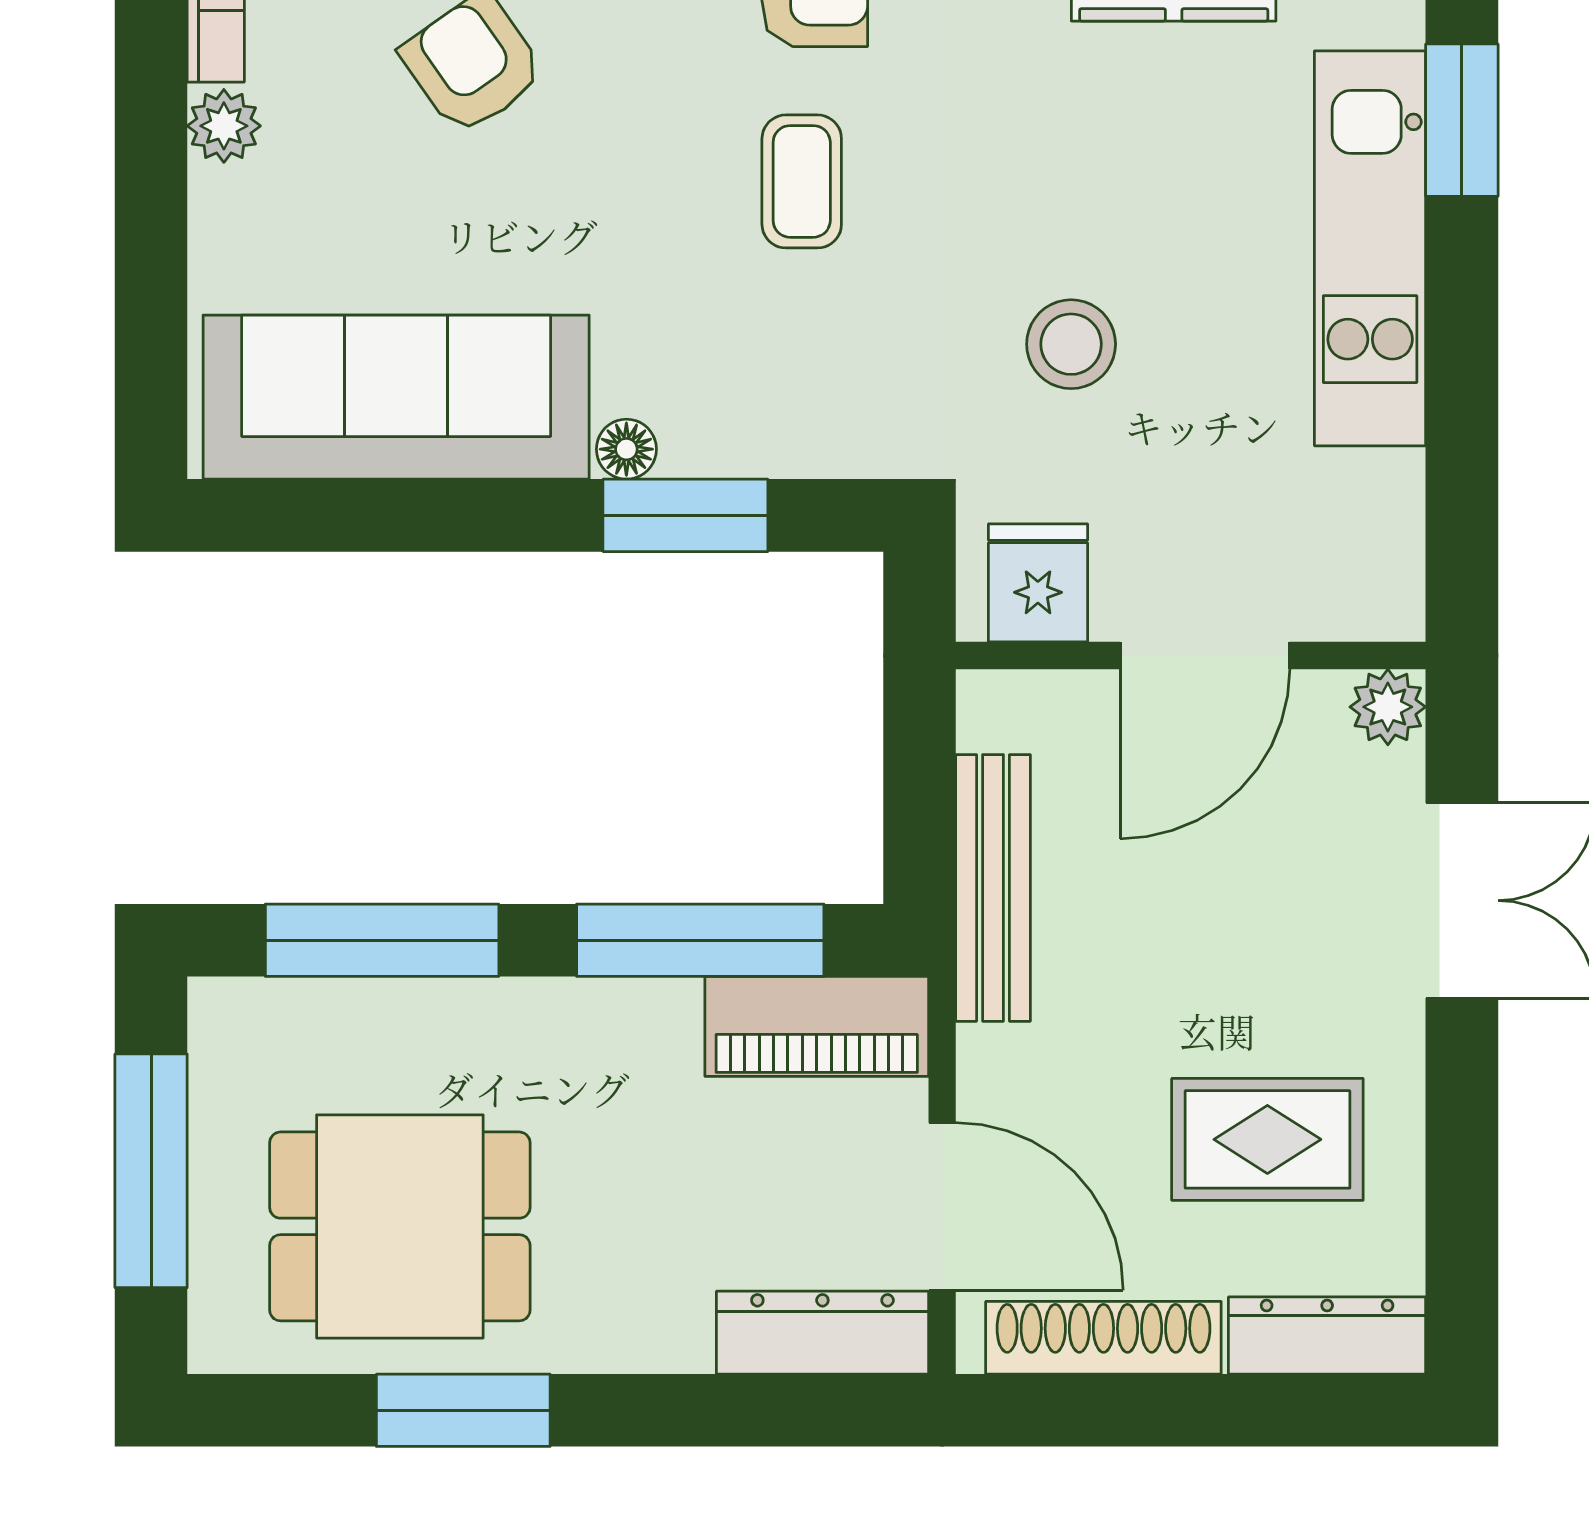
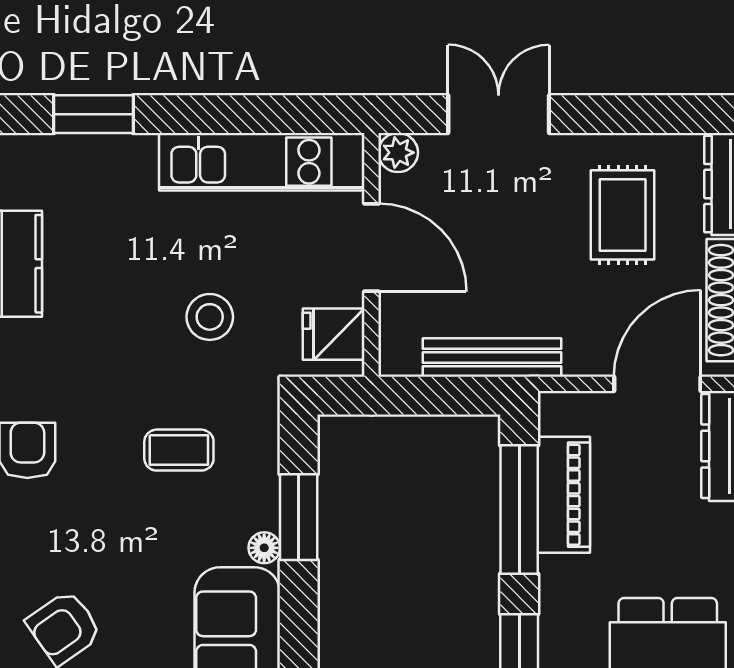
coffee table: (802, 181) -> (179, 450), moved
kitchen unit: (1370, 248) -> (262, 162), moved
piano: (817, 1026) -> (564, 495), moved

